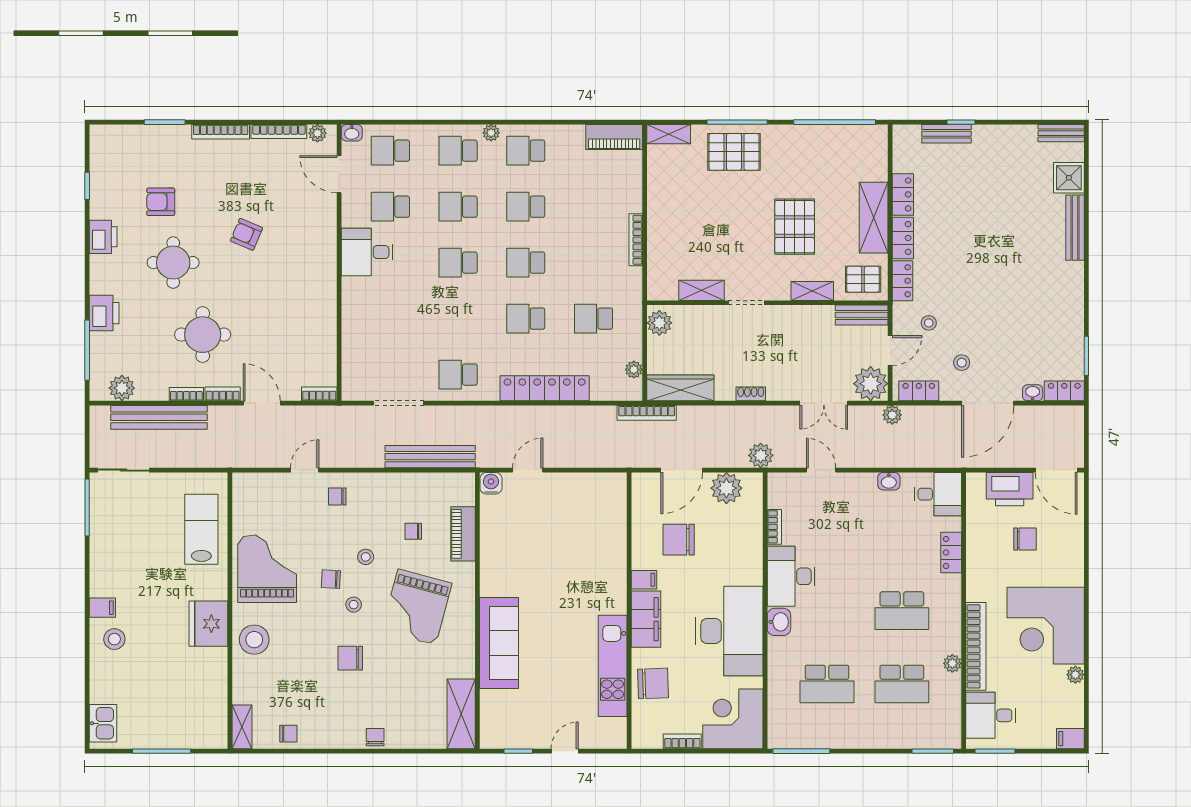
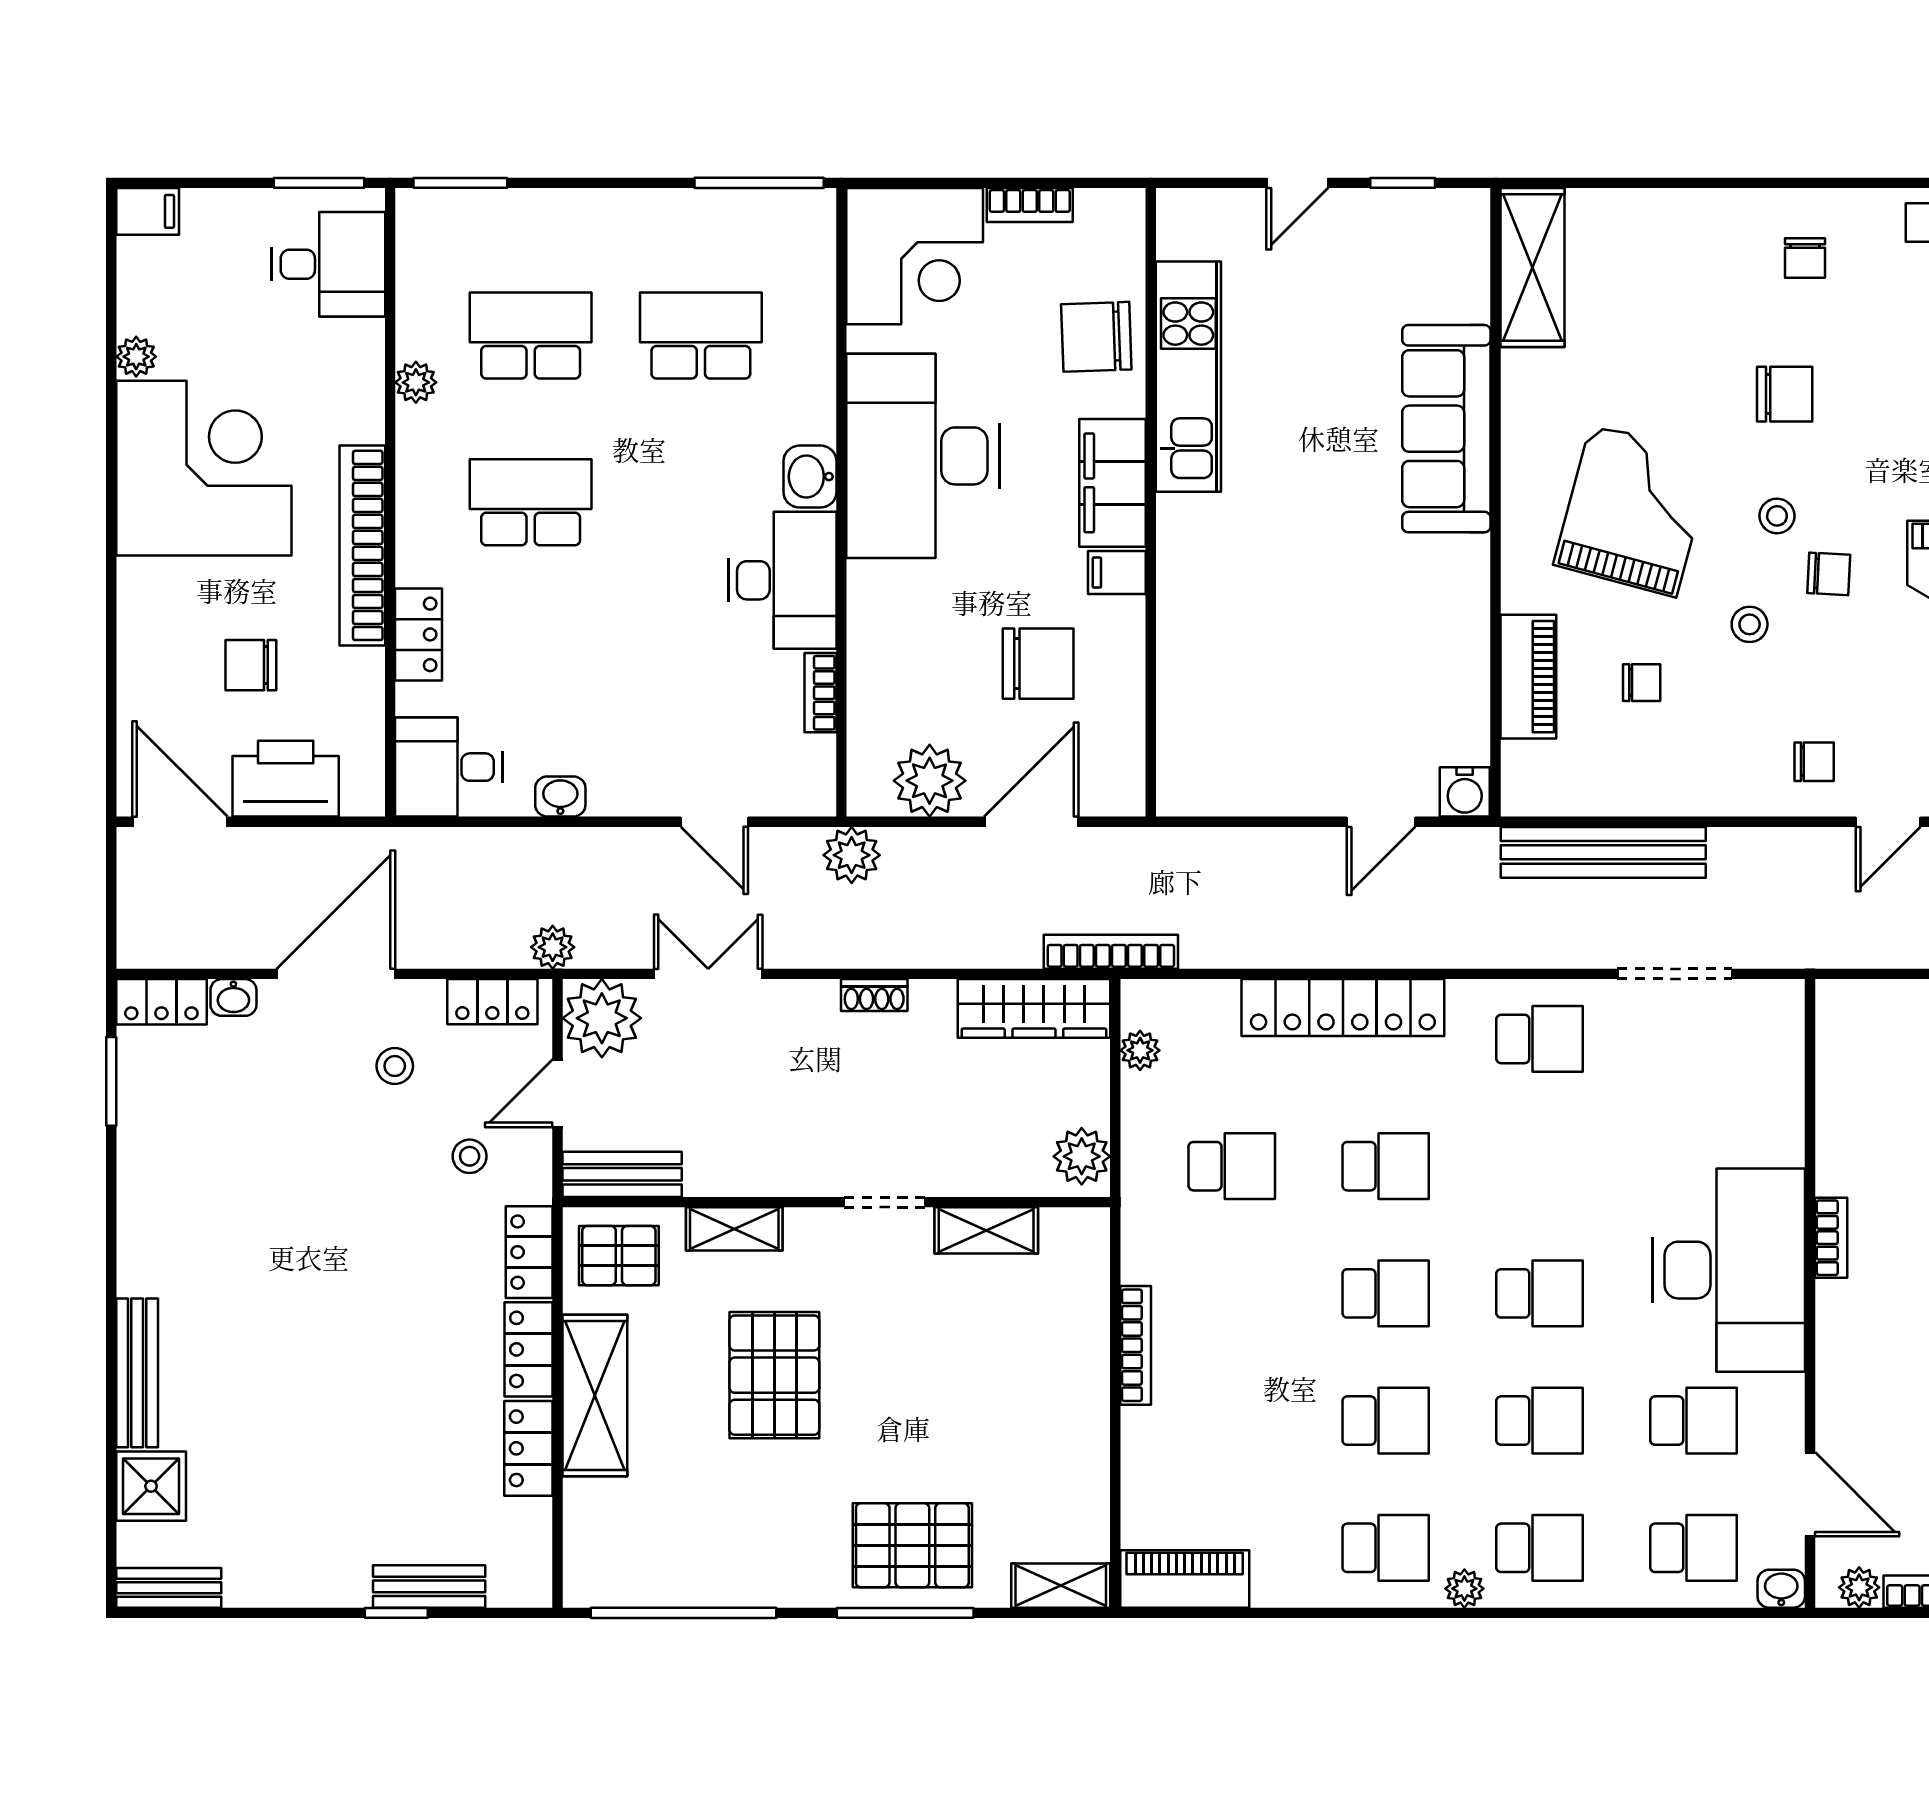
desk: (367, 252) -> (1729, 1270), width x1.87, depth x1.30
bookcase: (319, 394) -> (1831, 1238), moved, turned -90
bookcase: (976, 646) -> (362, 545), moved
chair: (375, 737) -> (1805, 258), moved

